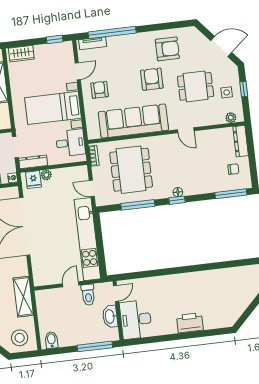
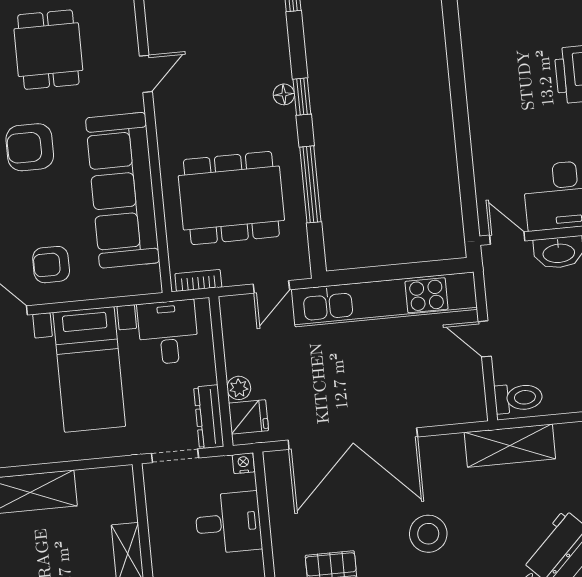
toilet: (88, 295) -> (518, 398), moved

